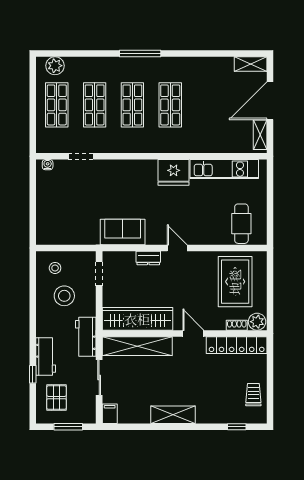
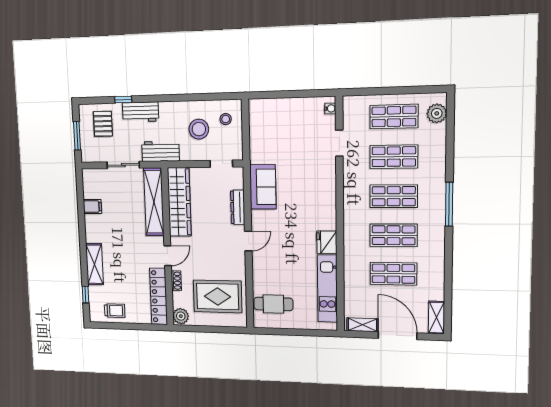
shop shelf: (208, 105) -> (393, 274), added
fridge: (174, 172) -> (327, 242), width x0.73, depth x0.75
dresser: (148, 258) -> (238, 207), width x1.44
shoe rack: (237, 325) -> (176, 281), moved
pallet: (57, 398) -> (103, 124), turned 90
filing cabinet: (110, 414) -> (92, 207), moved
shelving: (173, 415) -> (95, 264), moved

